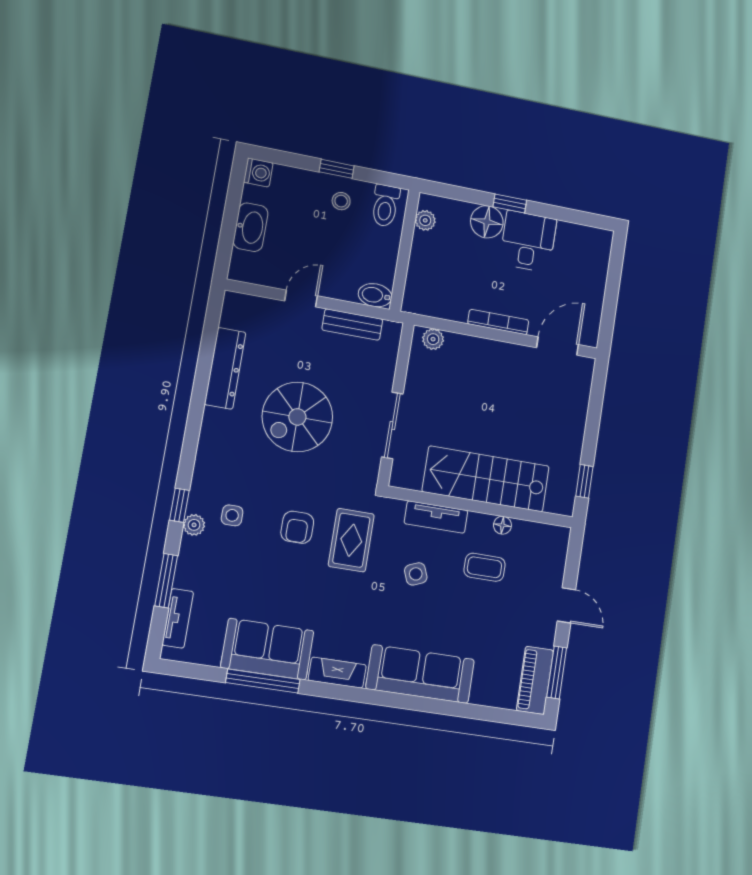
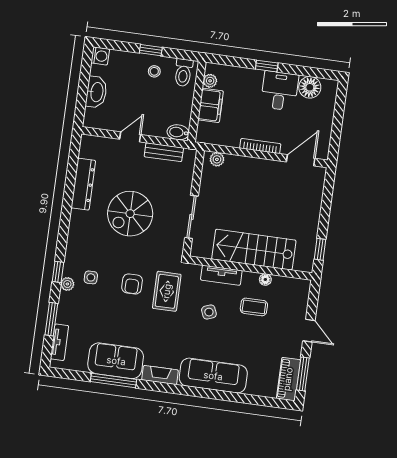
floor lamp: (487, 222) -> (310, 87), moved
filing cabinet: (425, 257) -> (211, 105), added

